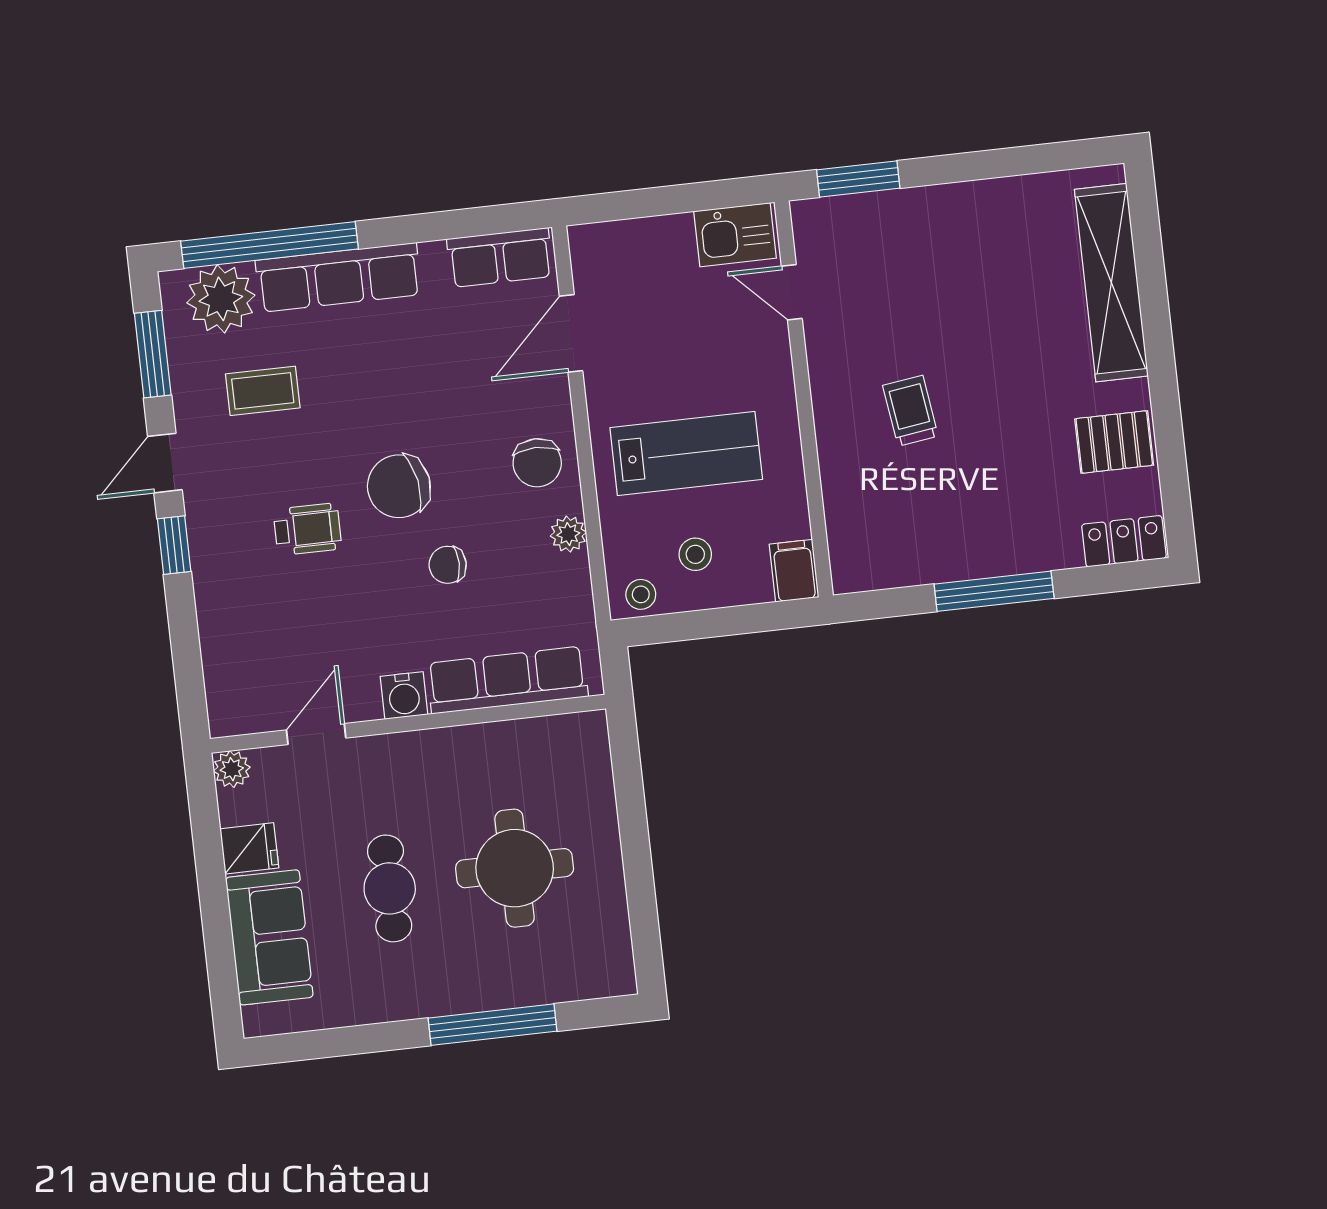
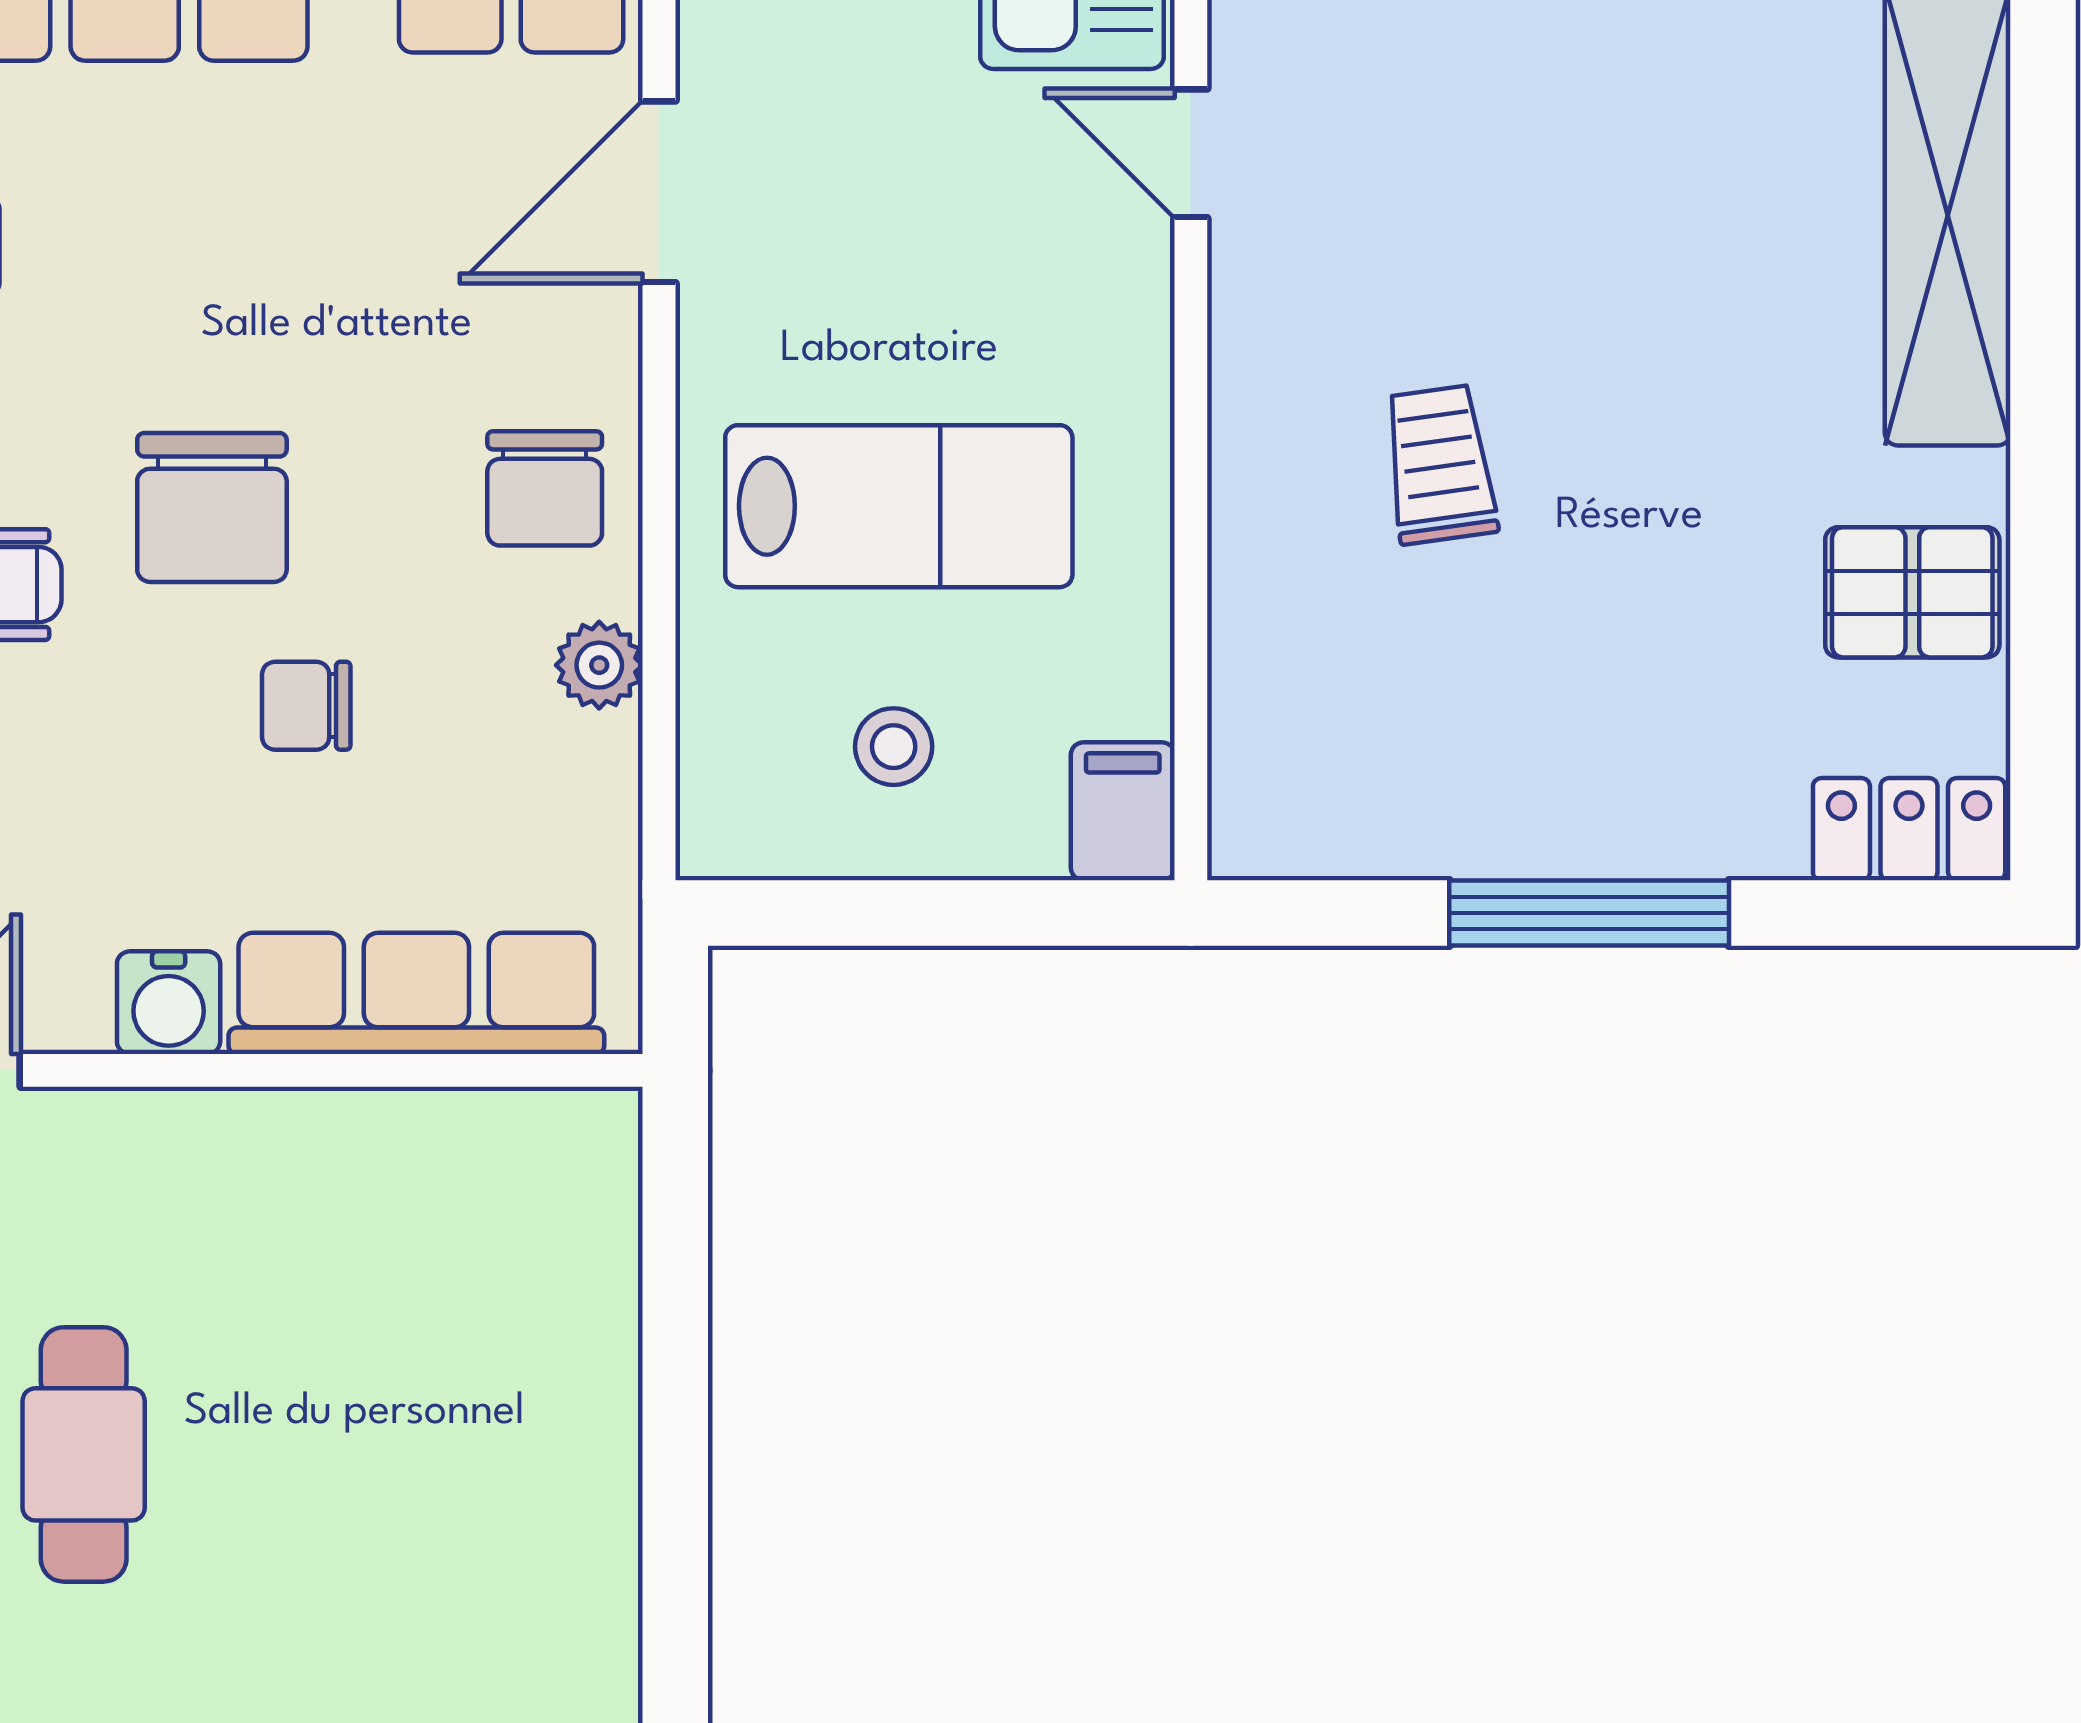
chair: (399, 486) -> (212, 507), turned -80
stool: (641, 594) -> (754, 827), removed
round table: (515, 868) -> (384, 1440), removed

